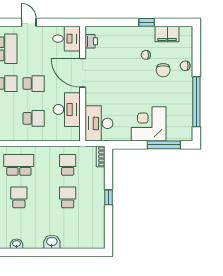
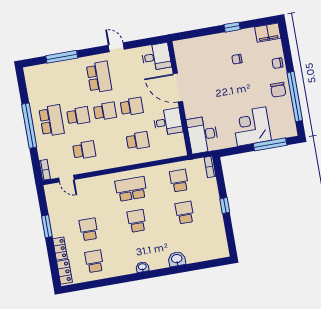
filing cabinet: (167, 34) -> (268, 33), moved
printer: (91, 41) -> (181, 55), removed
chair: (163, 70) -> (278, 90), moved
desk: (67, 110) -> (168, 122), width x0.73

